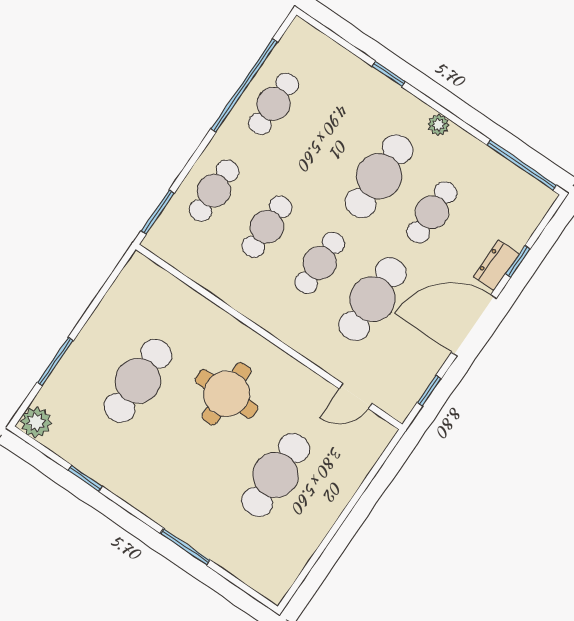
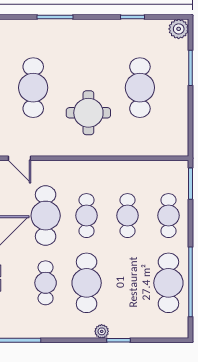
cafe table: (273, 104) -> (168, 283), width x1.37, depth x1.35
plant: (439, 125) -> (102, 331), moved
door: (356, 396) -> (20, 158), swing flipped

